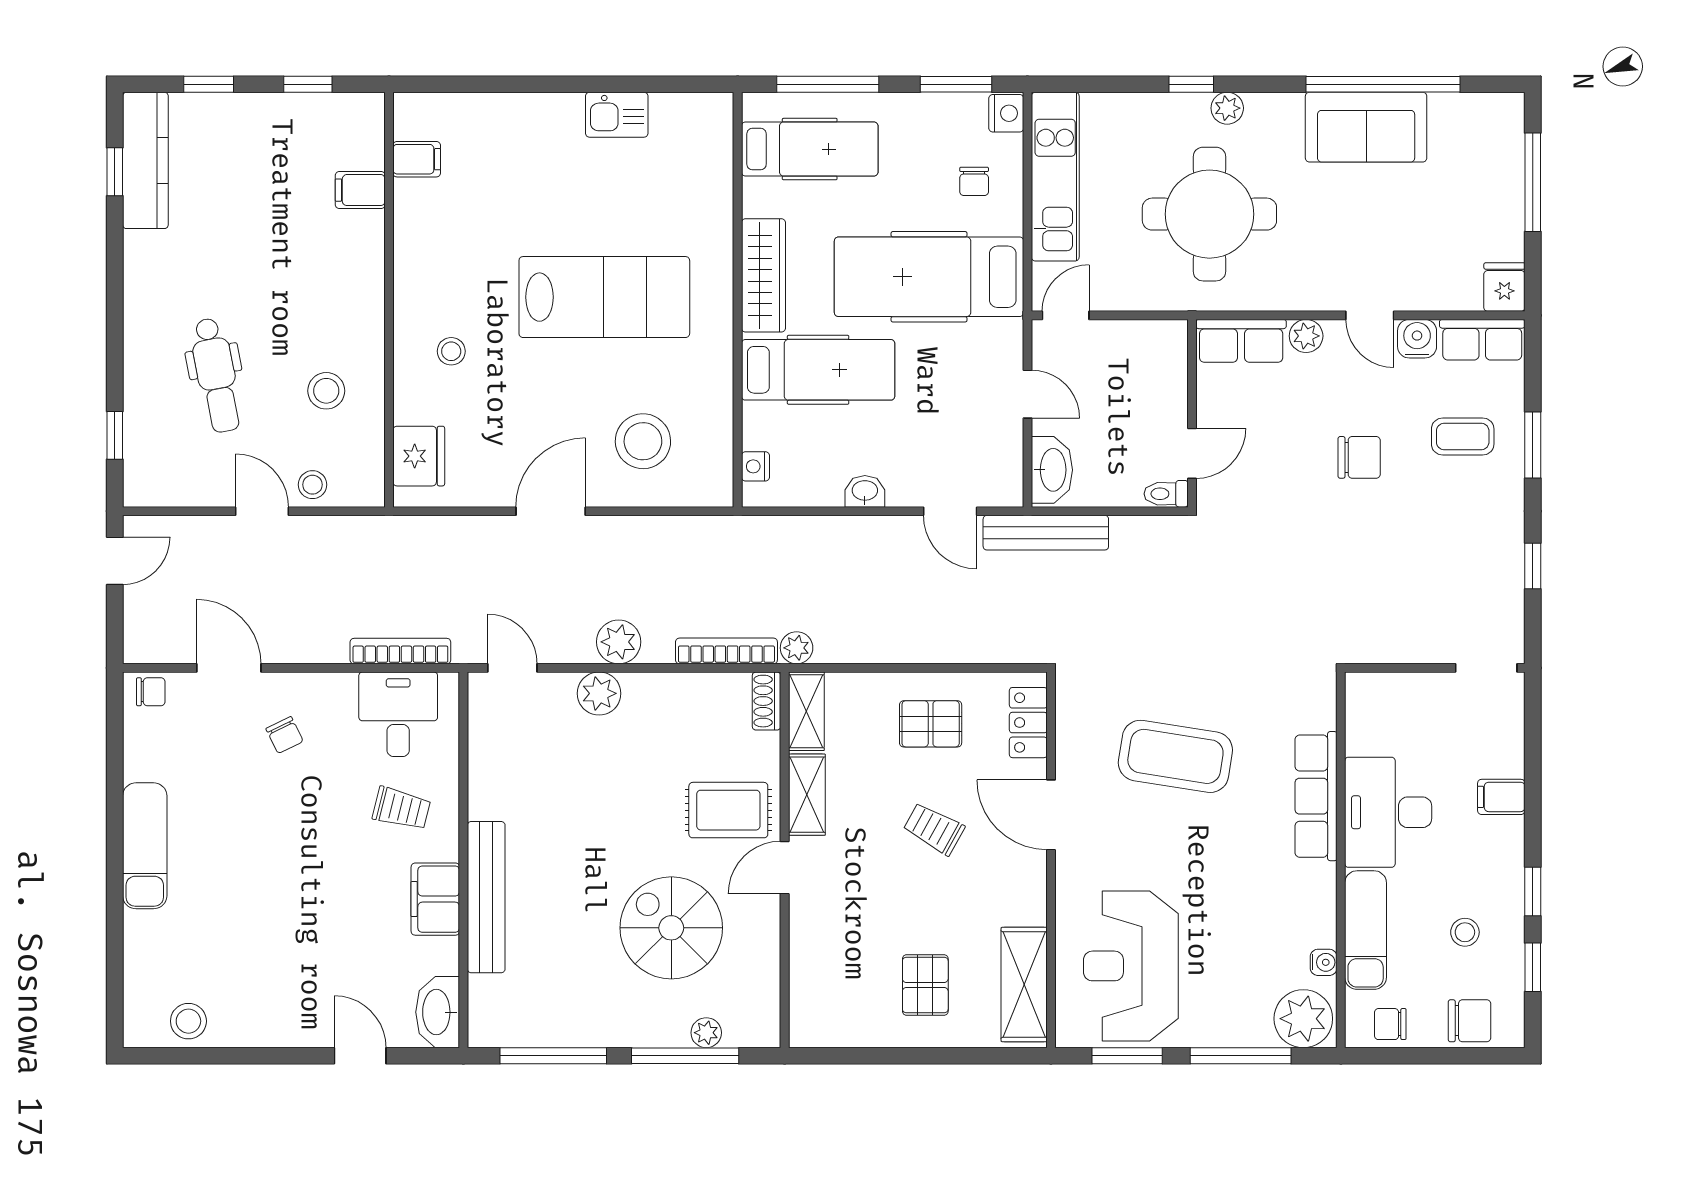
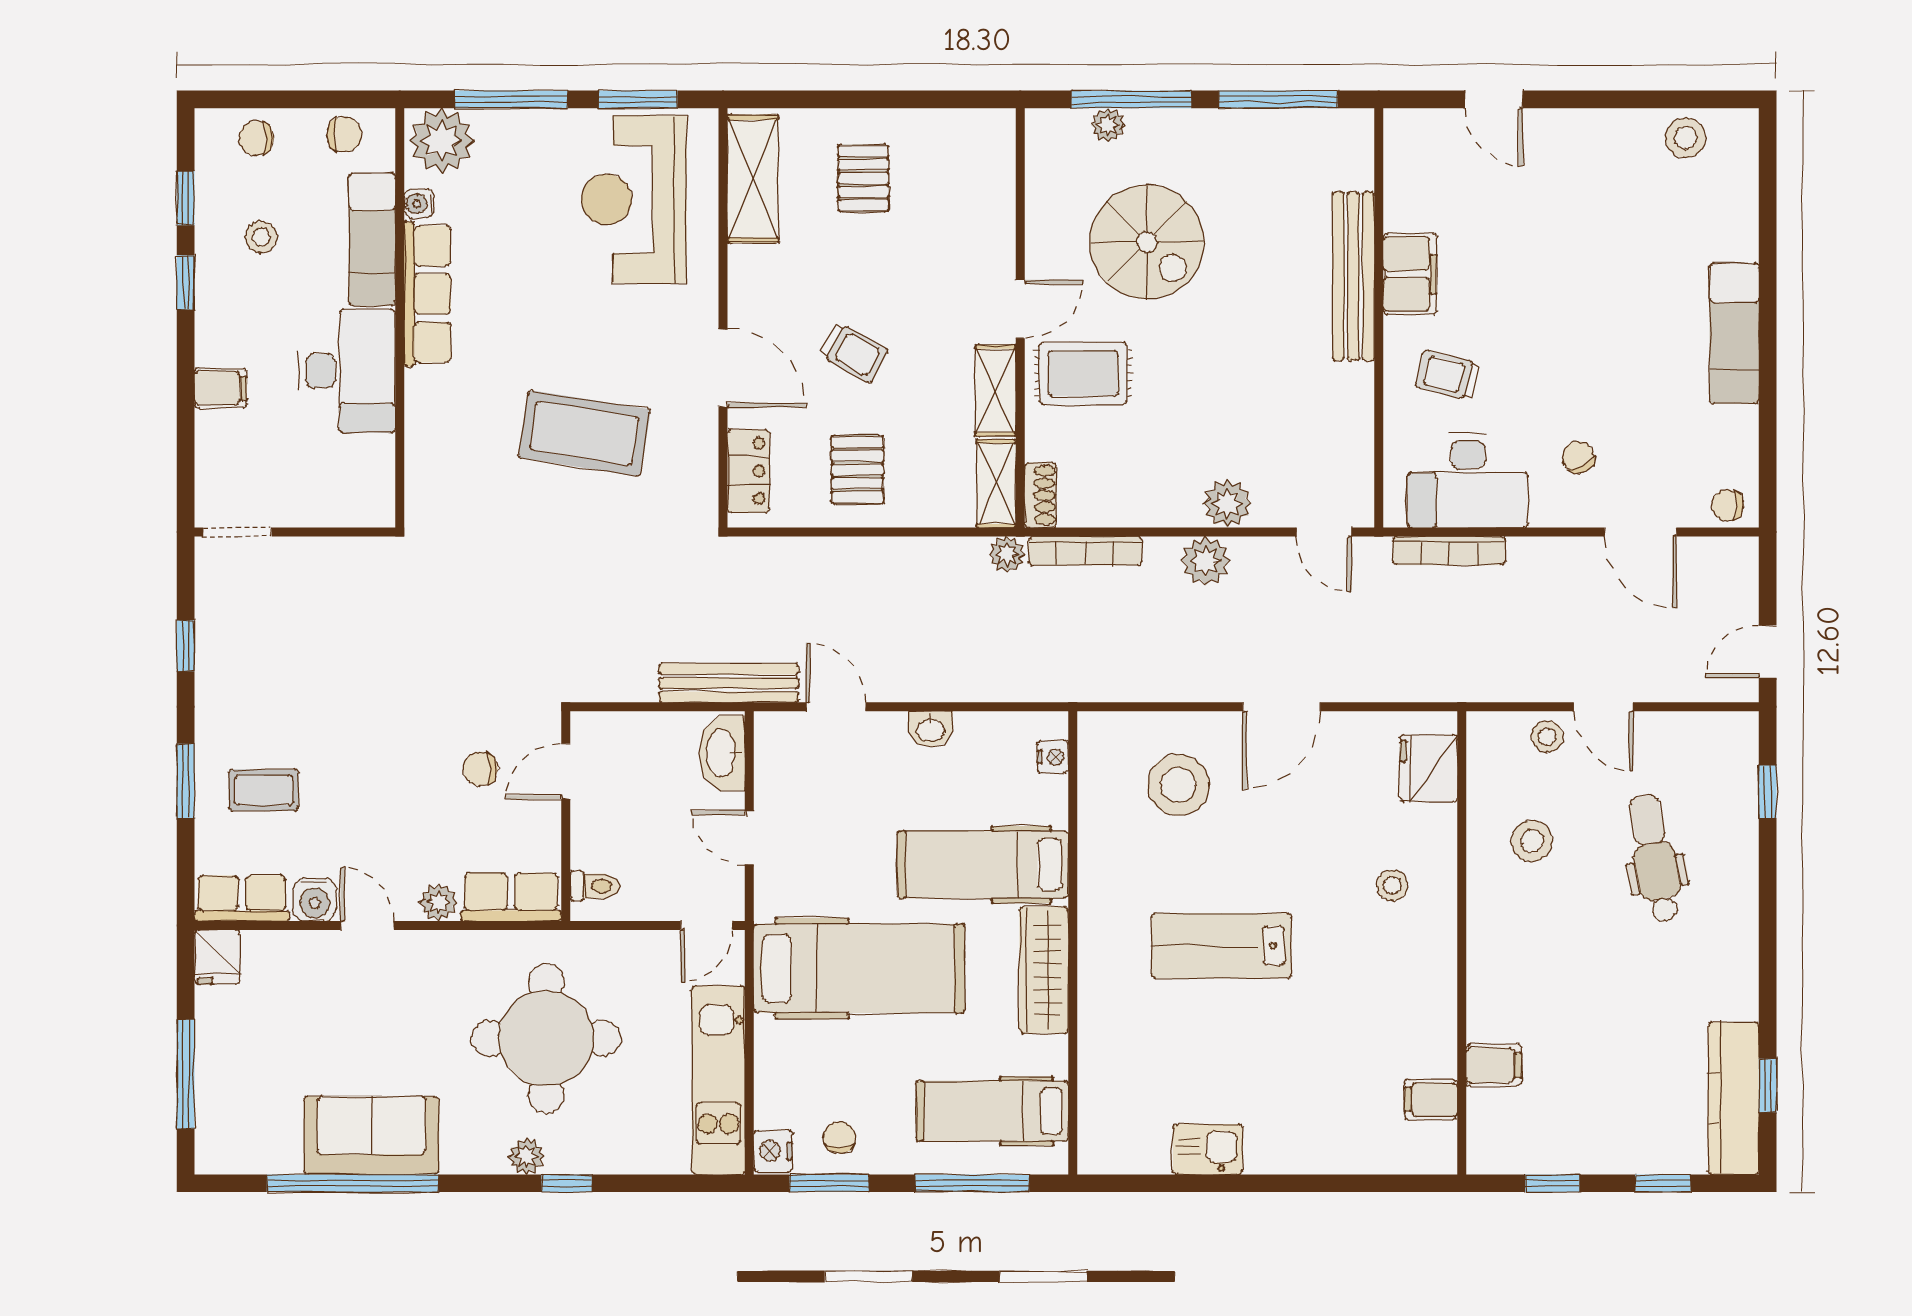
chair: (974, 181) -> (839, 1137), moved
lab bench: (604, 297) -> (1222, 946), width x0.73, depth x0.72
chair: (1359, 457) -> (480, 769), moved, width x0.73, depth x0.73
toilet: (1166, 494) -> (595, 886), moved
desk: (398, 714) -> (1468, 480), width x1.37
pallet: (931, 724) -> (857, 470), turned 90
row of seats: (1316, 796) -> (427, 294), moved
reception desk: (1131, 966) -> (634, 199), turned 180
washbasin: (438, 1012) -> (1407, 148), removed
chair: (1470, 1021) -> (256, 138), width x0.73, depth x0.73

